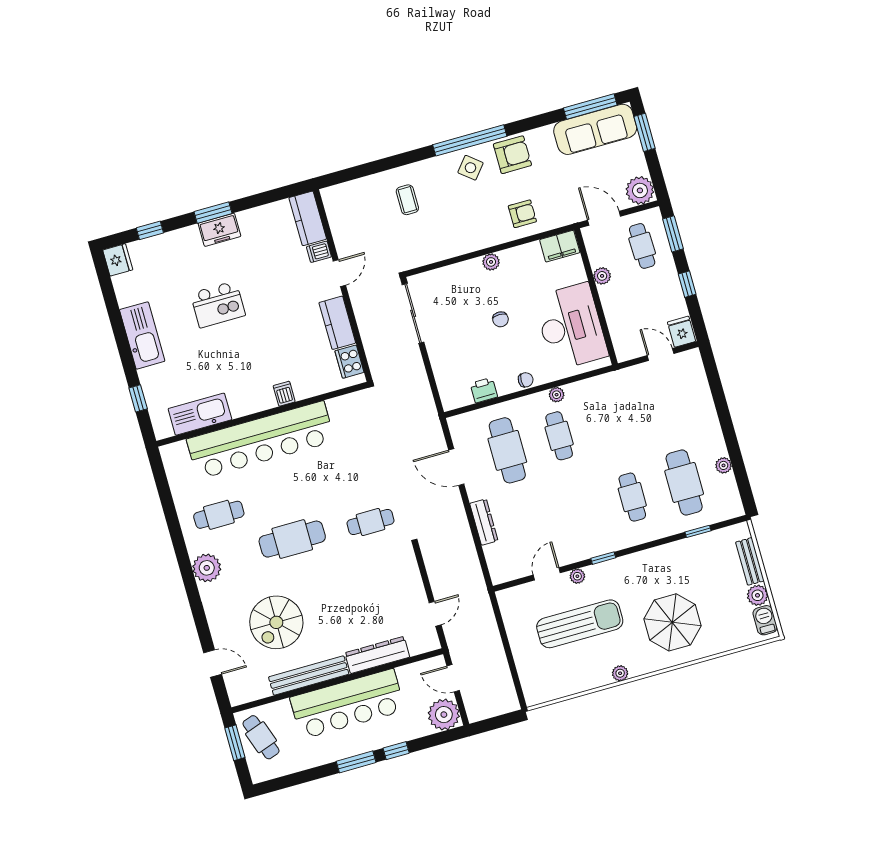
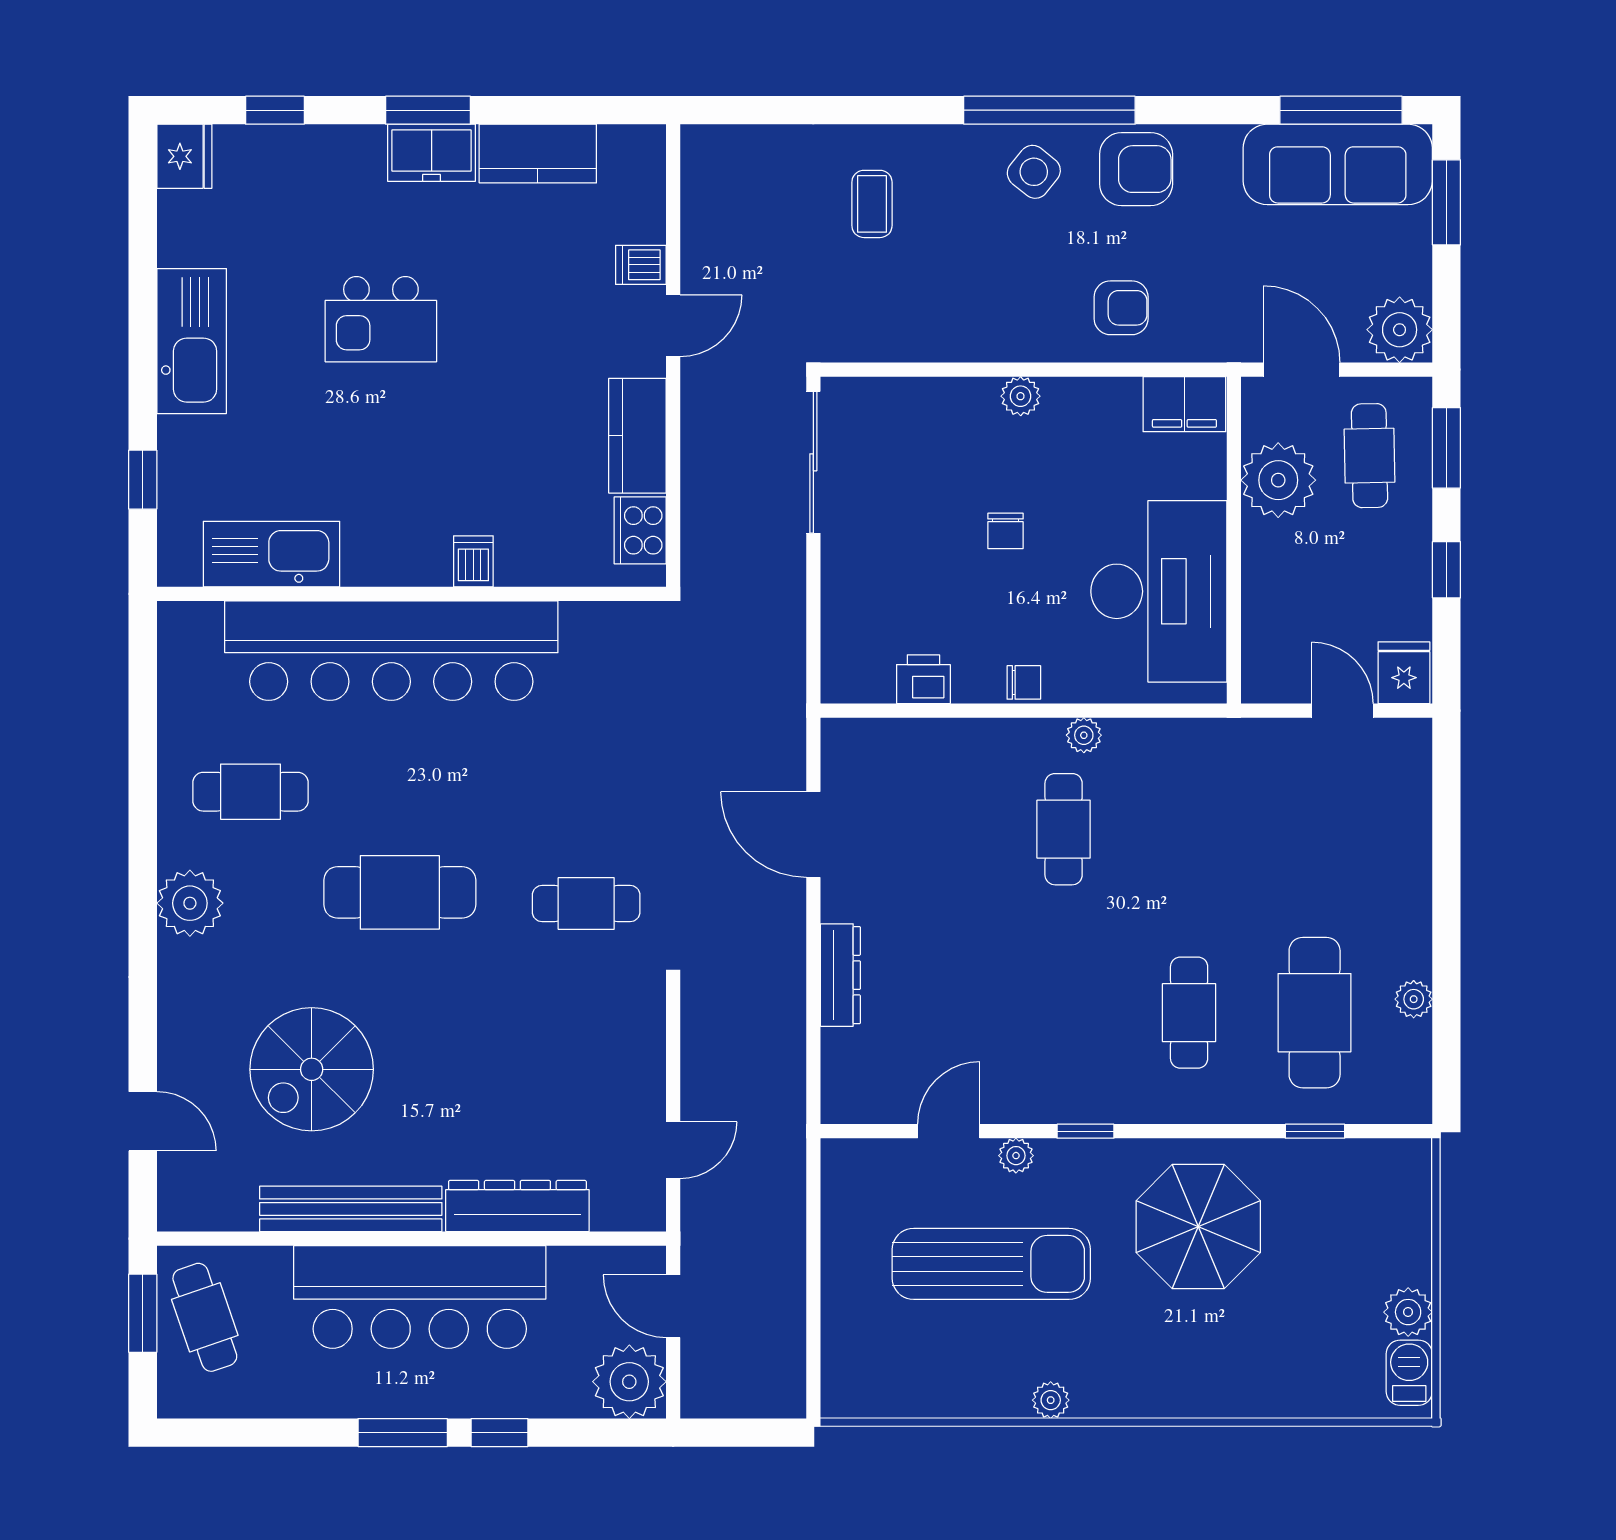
kitchen counter: (308, 218) -> (538, 154), moved, turned -90
plant: (602, 276) -> (1278, 480), width x1.88, depth x1.88
cafe table: (507, 450) -> (938, 829), removed
bench: (750, 561) -> (1412, 1231), removed
parasol: (672, 622) -> (1198, 1227), moved

